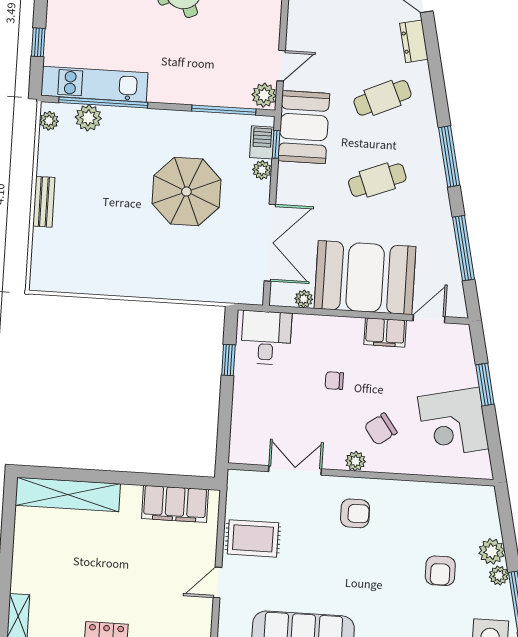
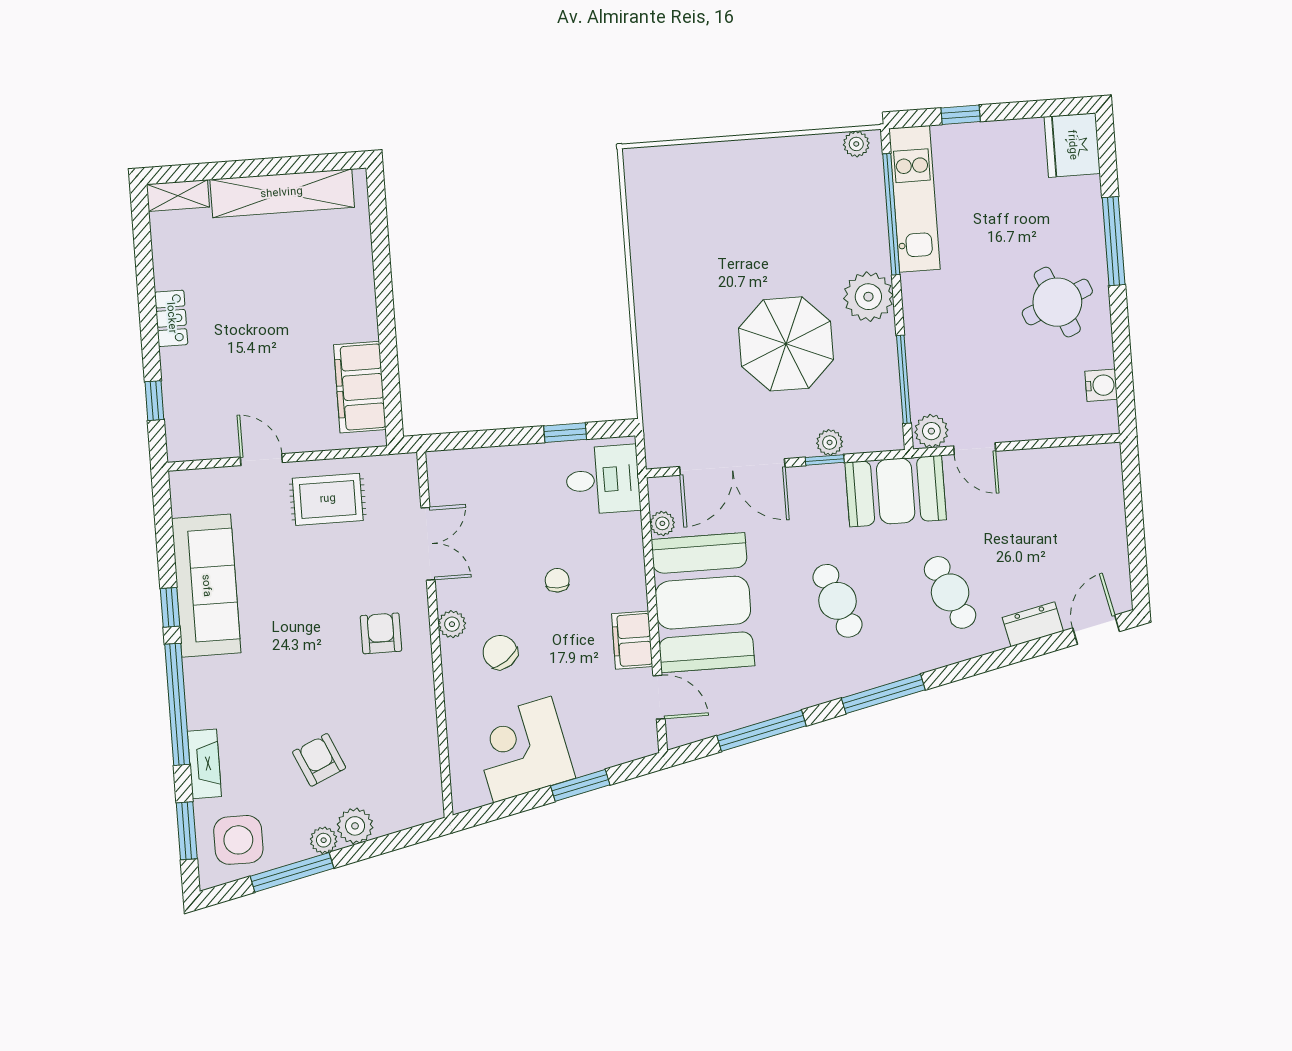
plant: (88, 118) -> (868, 297), moved, width x1.36, depth x1.36
barbecue: (262, 142) -> (867, 437), removed
window: (276, 144) -> (825, 460), moved
bench: (44, 202) -> (745, 152), removed
shelving: (68, 494) -> (282, 193), moved, turned 90
armchair: (355, 513) -> (381, 633), turned 180
rug: (253, 538) -> (328, 499), turned 90
armchair: (440, 571) -> (319, 760), turned 66

